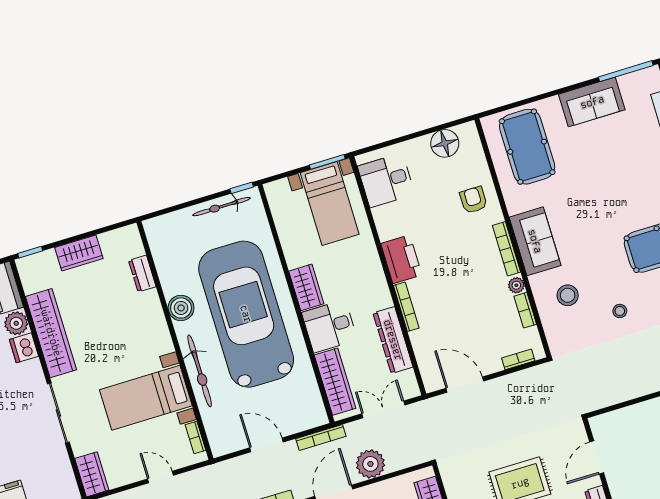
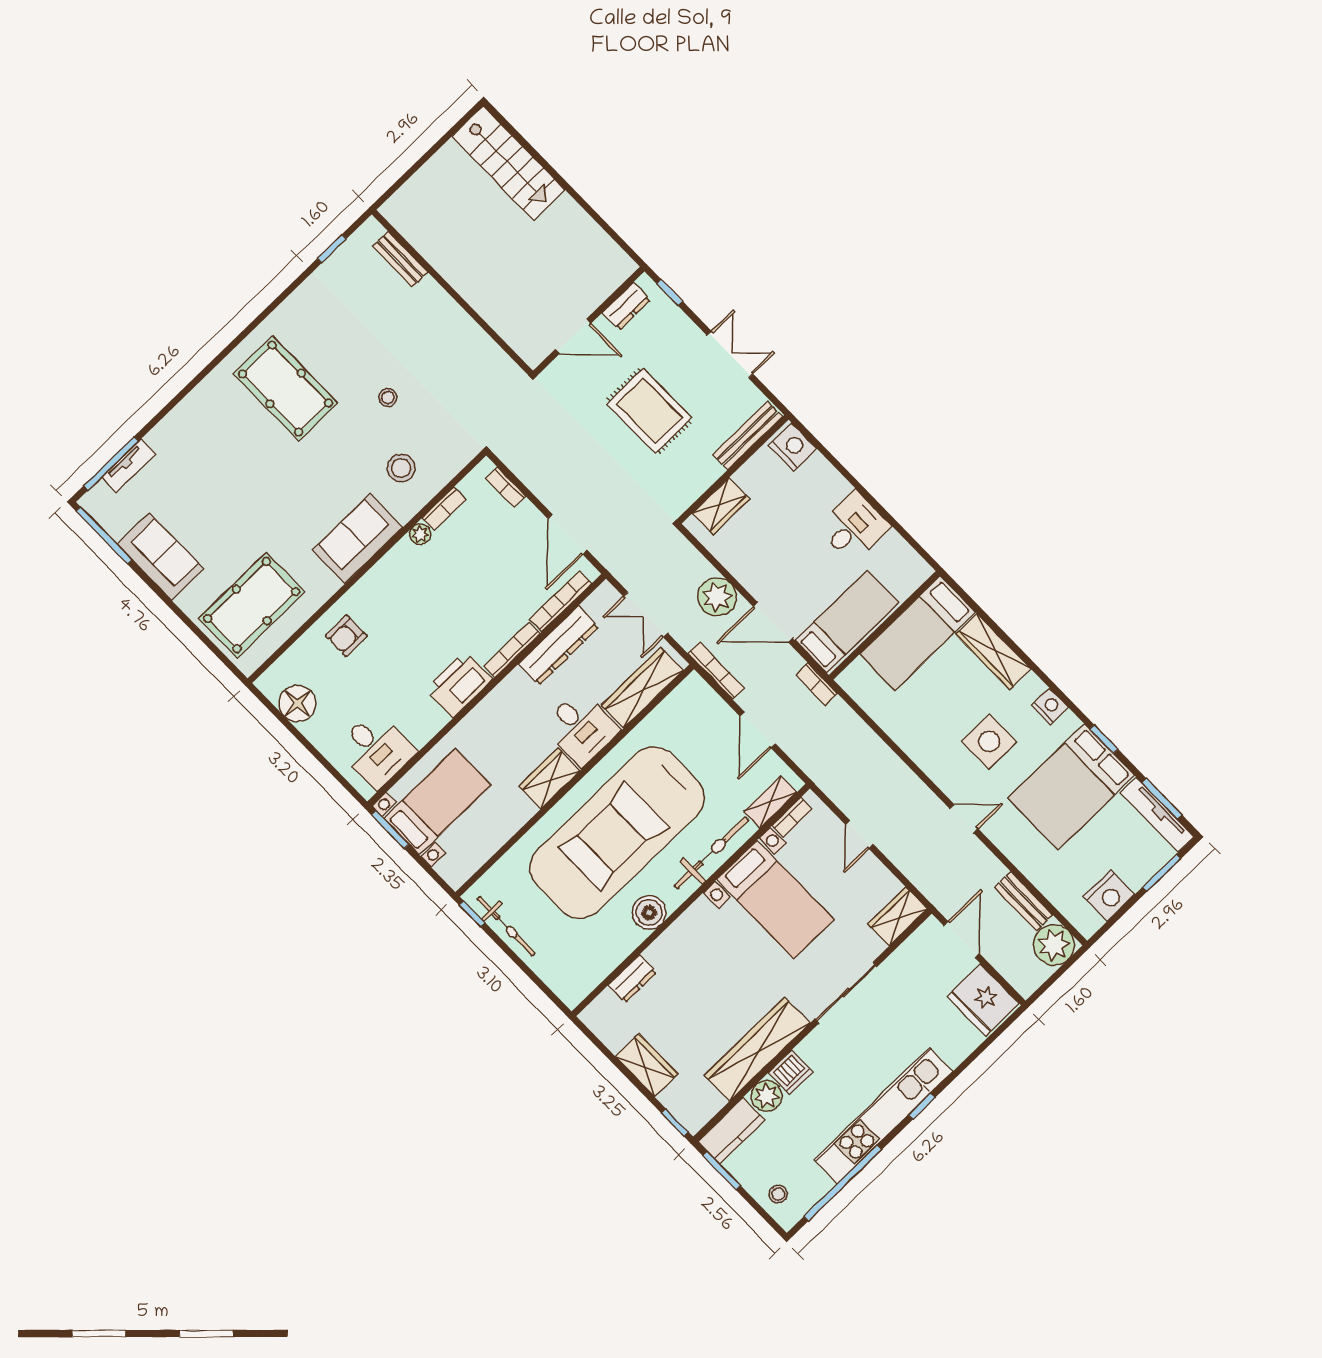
bookcase: (506, 249) -> (561, 601), moved, turned 180
shelving: (213, 428) -> (770, 802), added

